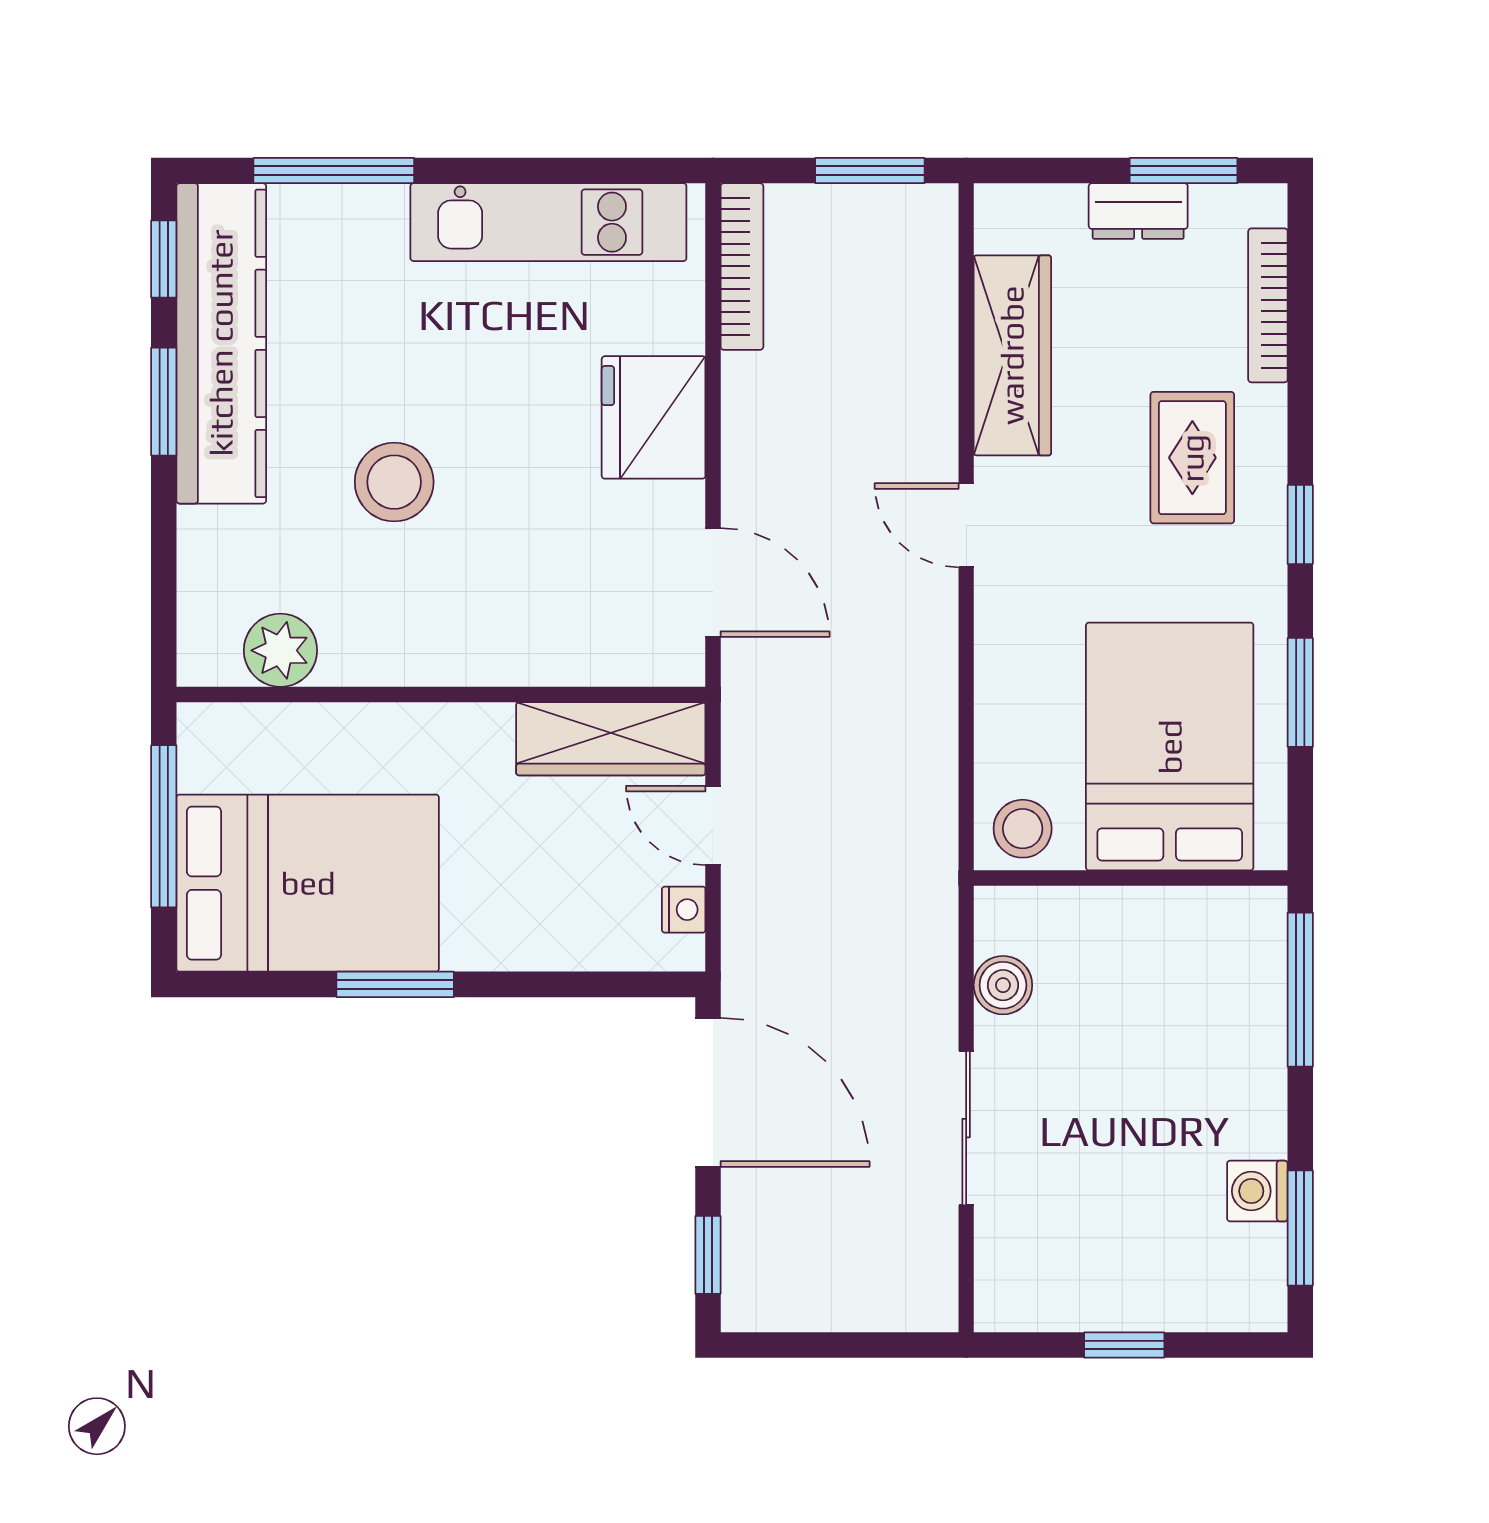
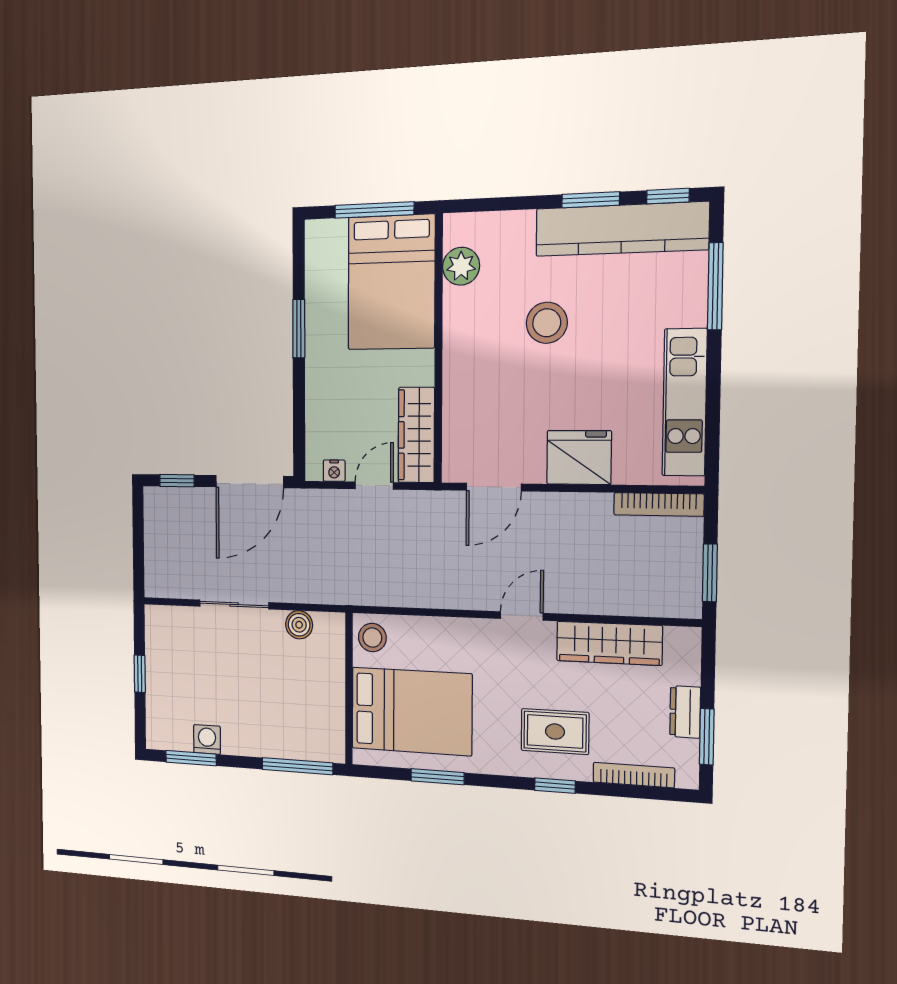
window: (1300, 524) -> (555, 786), moved
bed: (308, 883) -> (391, 282), moved

